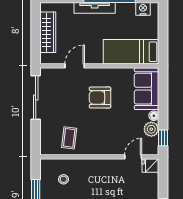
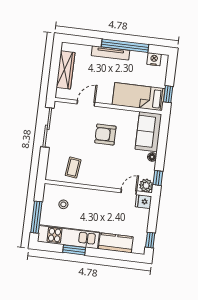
window: (163, 45) -> (168, 94), added
plant: (151, 129) -> (146, 186), moved

